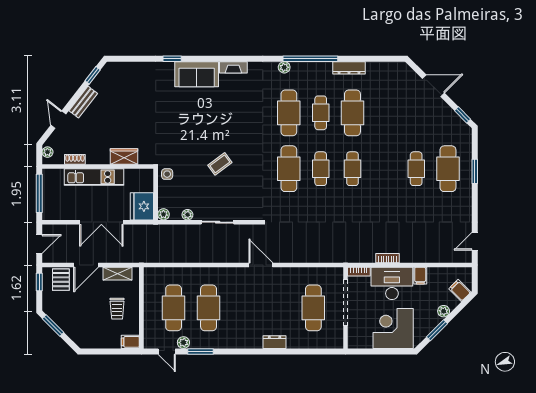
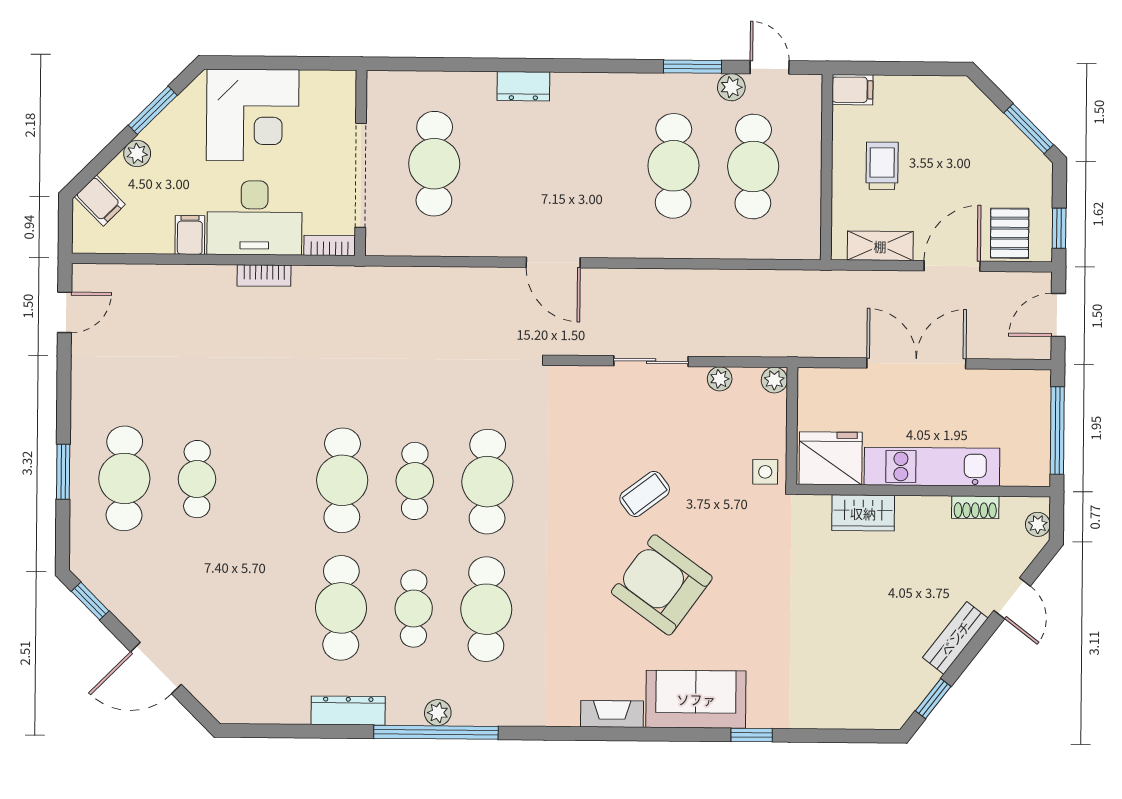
plant: (284, 67) -> (438, 713), moved
armchair: (212, 124) -> (662, 585), added
cafe table: (352, 169) -> (342, 480), width x1.37, depth x1.35
fridge: (142, 206) -> (831, 458), moved, turned -90

